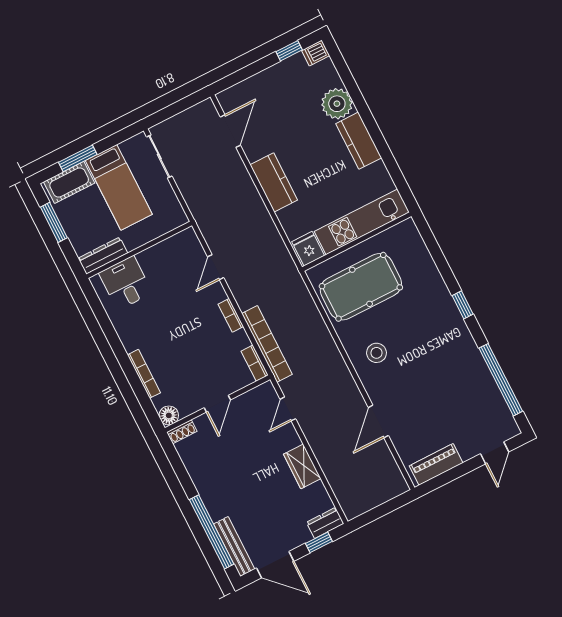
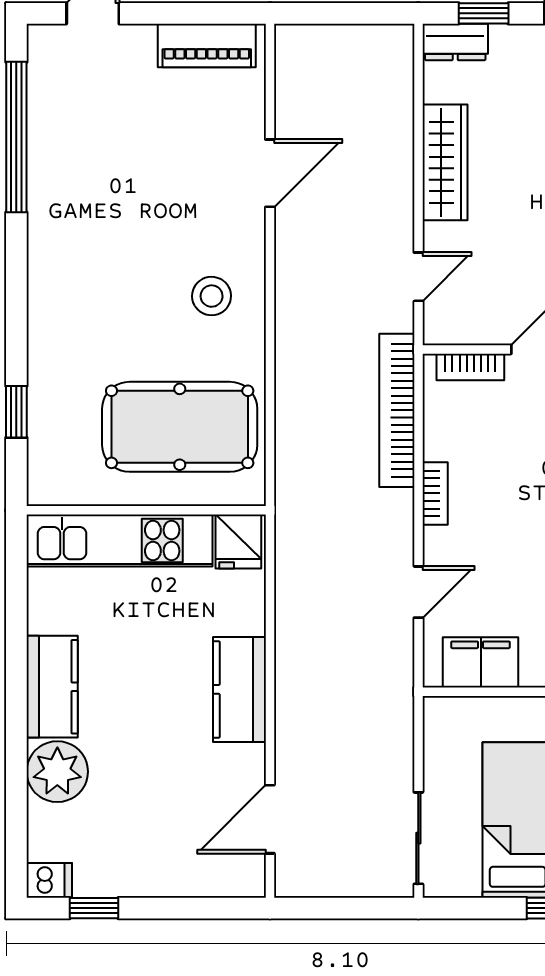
filing cabinet: (172, 250) -> (481, 662), added
window: (463, 305) -> (16, 412), moved
bookcase: (255, 363) -> (470, 367), moved, turned 90
wardrobe: (302, 466) -> (445, 162), width x1.50

